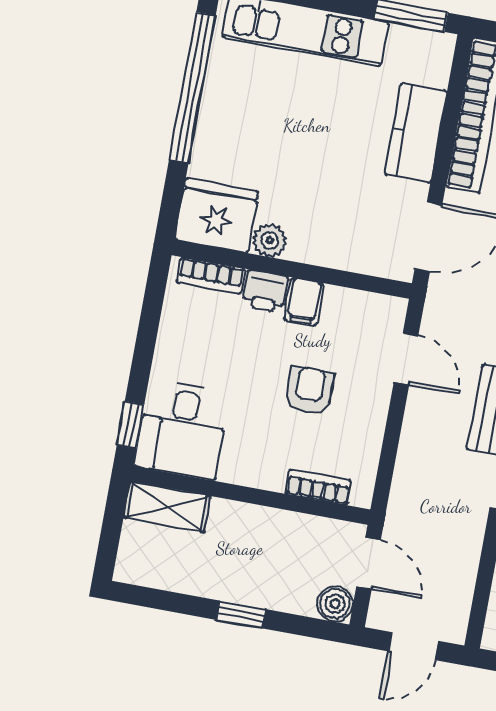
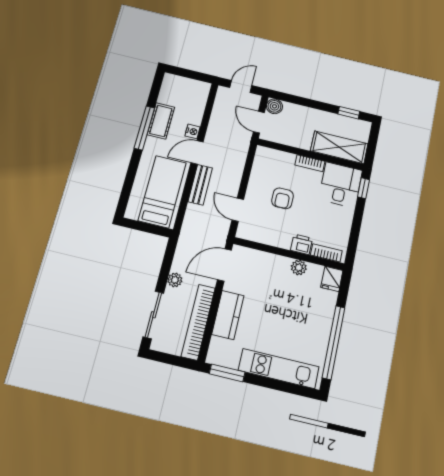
fridge: (217, 216) -> (332, 279), width x0.53, depth x0.75
filing cabinet: (304, 301) -> (284, 239), removed
bookcase: (318, 487) -> (310, 163), moved
shelving: (167, 507) -> (339, 147), width x1.50, depth x1.33
window: (241, 614) -> (349, 113), moved

